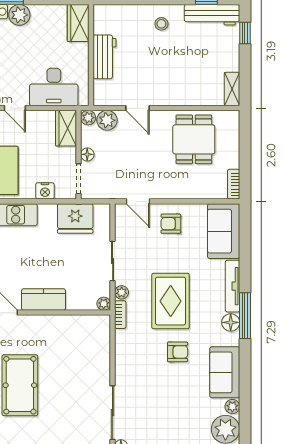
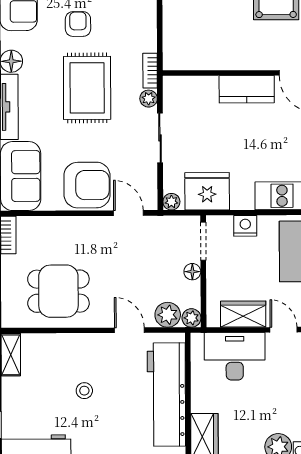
stool: (161, 24) -> (84, 391), moved
workbench: (105, 57) -> (166, 394), width x1.88, depth x1.32
wardrobe: (66, 128) -> (243, 314), moved, turned -90
dining table: (194, 139) -> (58, 291), turned 90
armchair: (171, 224) -> (87, 185), width x1.88, depth x1.88
plant: (104, 304) -> (171, 202), moved
armchair: (178, 352) -> (78, 24), turned 90

